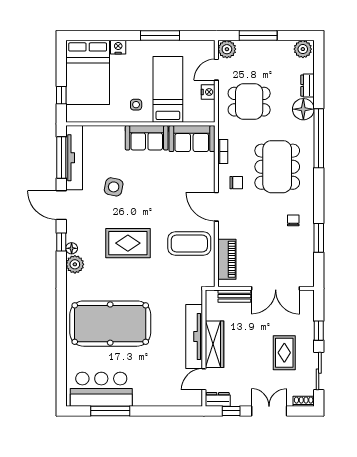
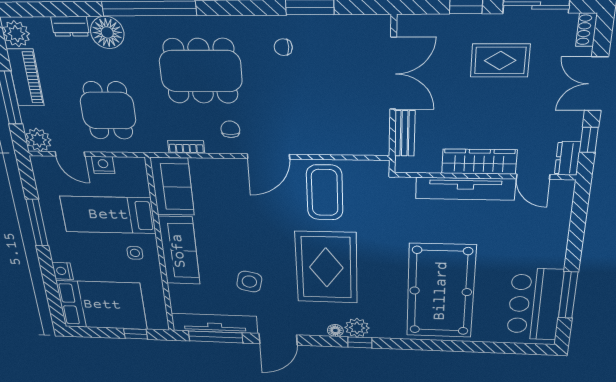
sofa: (147, 138) -> (179, 251), width x1.36
window: (61, 242) -> (360, 342), moved
rug: (128, 243) -> (326, 268), width x1.37, depth x1.44
piano: (227, 259) -> (25, 78), moved, turned 90

